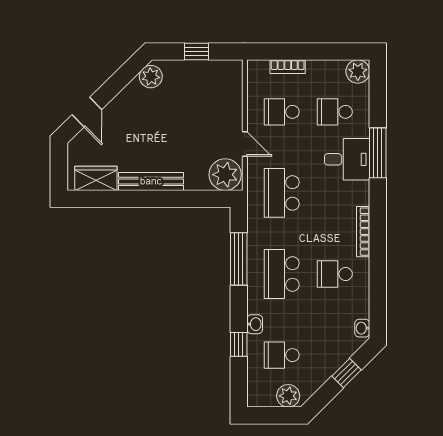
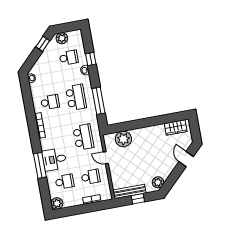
plant: (225, 175) -> (123, 139), moved
bench: (151, 181) -> (129, 192), moved
window: (347, 373) -> (43, 44), moved

